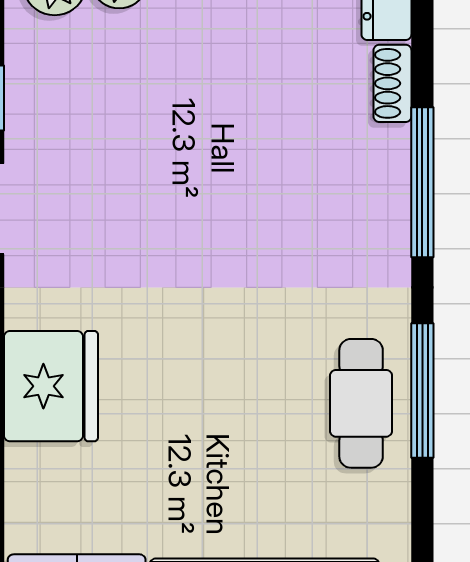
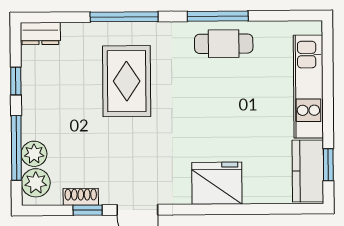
shoe rack: (392, 83) -> (81, 197), moved, turned 180
rug: (279, 187) -> (127, 81), added

